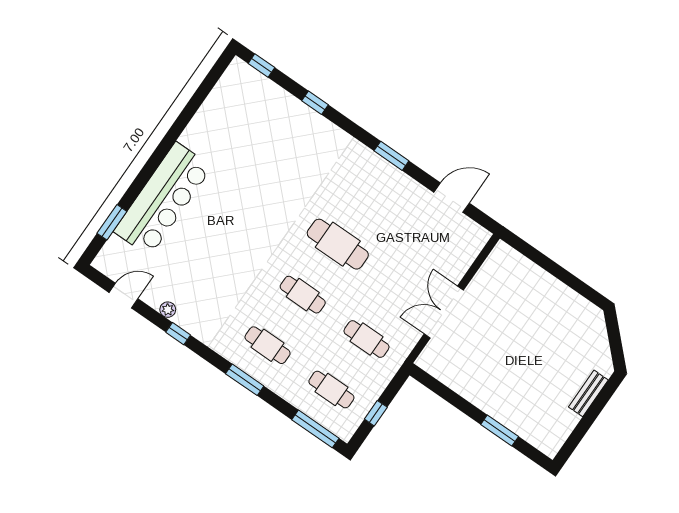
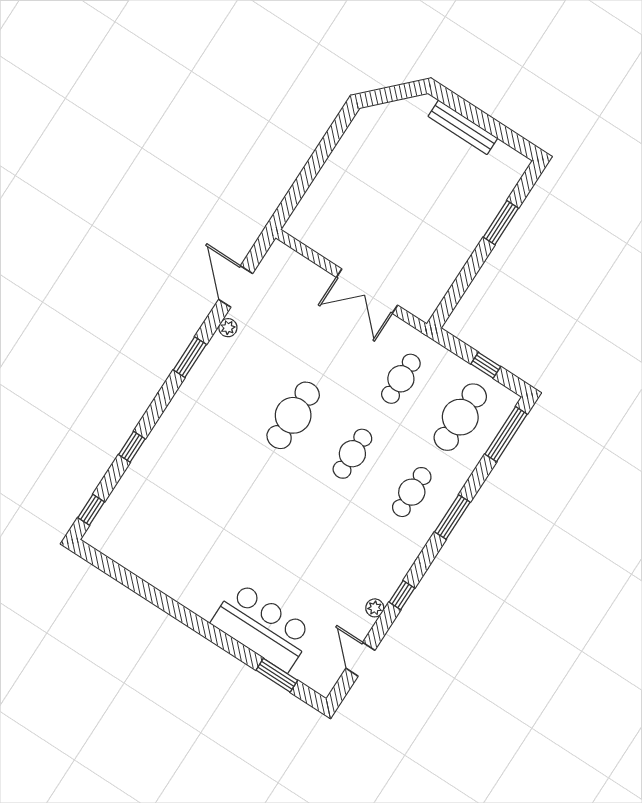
plant: (416, 190) -> (228, 328), added
bar counter: (163, 199) -> (262, 627), width x0.73
cafe table: (331, 390) -> (460, 417), width x1.37, depth x1.35
bench: (588, 393) -> (463, 127), width x1.36

